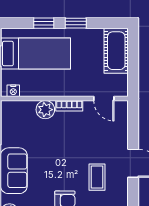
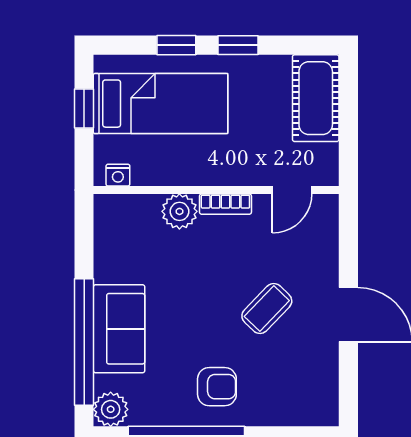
door: (104, 98) -> (292, 190), hinge flipped
coffee table: (97, 177) -> (267, 308), moved, turned 44

